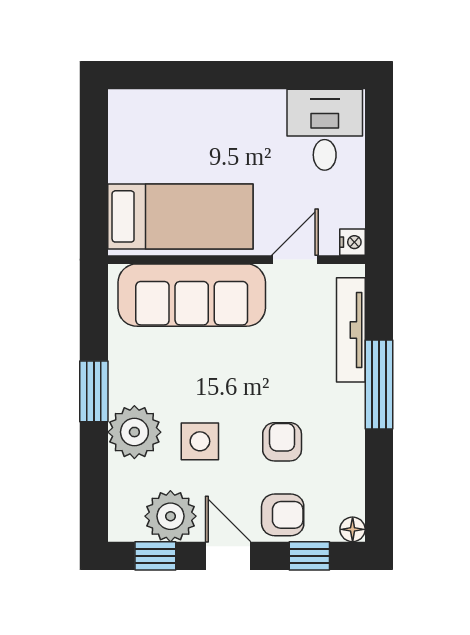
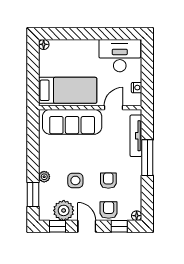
floor lamp: (121, 102) -> (44, 44), added
desk: (325, 130) -> (120, 56), width x1.37
nightstand: (352, 242) -> (137, 88), moved
window: (94, 391) -> (33, 194), moved
plant: (134, 432) -> (44, 177), width x0.53, depth x0.53
armchair: (283, 515) -> (109, 210), turned -90

